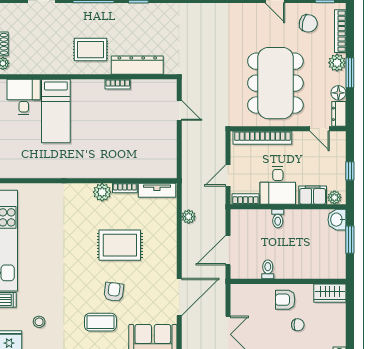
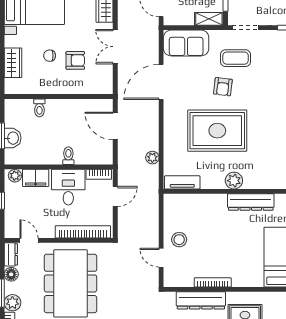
bookcase: (118, 84) -> (213, 282), width x1.56
stool: (160, 130) -> (179, 240), added
dresser: (84, 170) -> (251, 202), added
bookcase: (125, 188) -> (213, 185), removed
washbasin: (337, 220) -> (13, 138), moved
rug: (120, 245) -> (217, 131), width x1.37, depth x1.44
door: (228, 250) -> (115, 126), swing flipped
toilet: (268, 269) -> (39, 108), moved
wardrobe: (330, 293) -> (13, 63), moved, turned 90
armchair: (285, 300) -> (75, 60), moved

